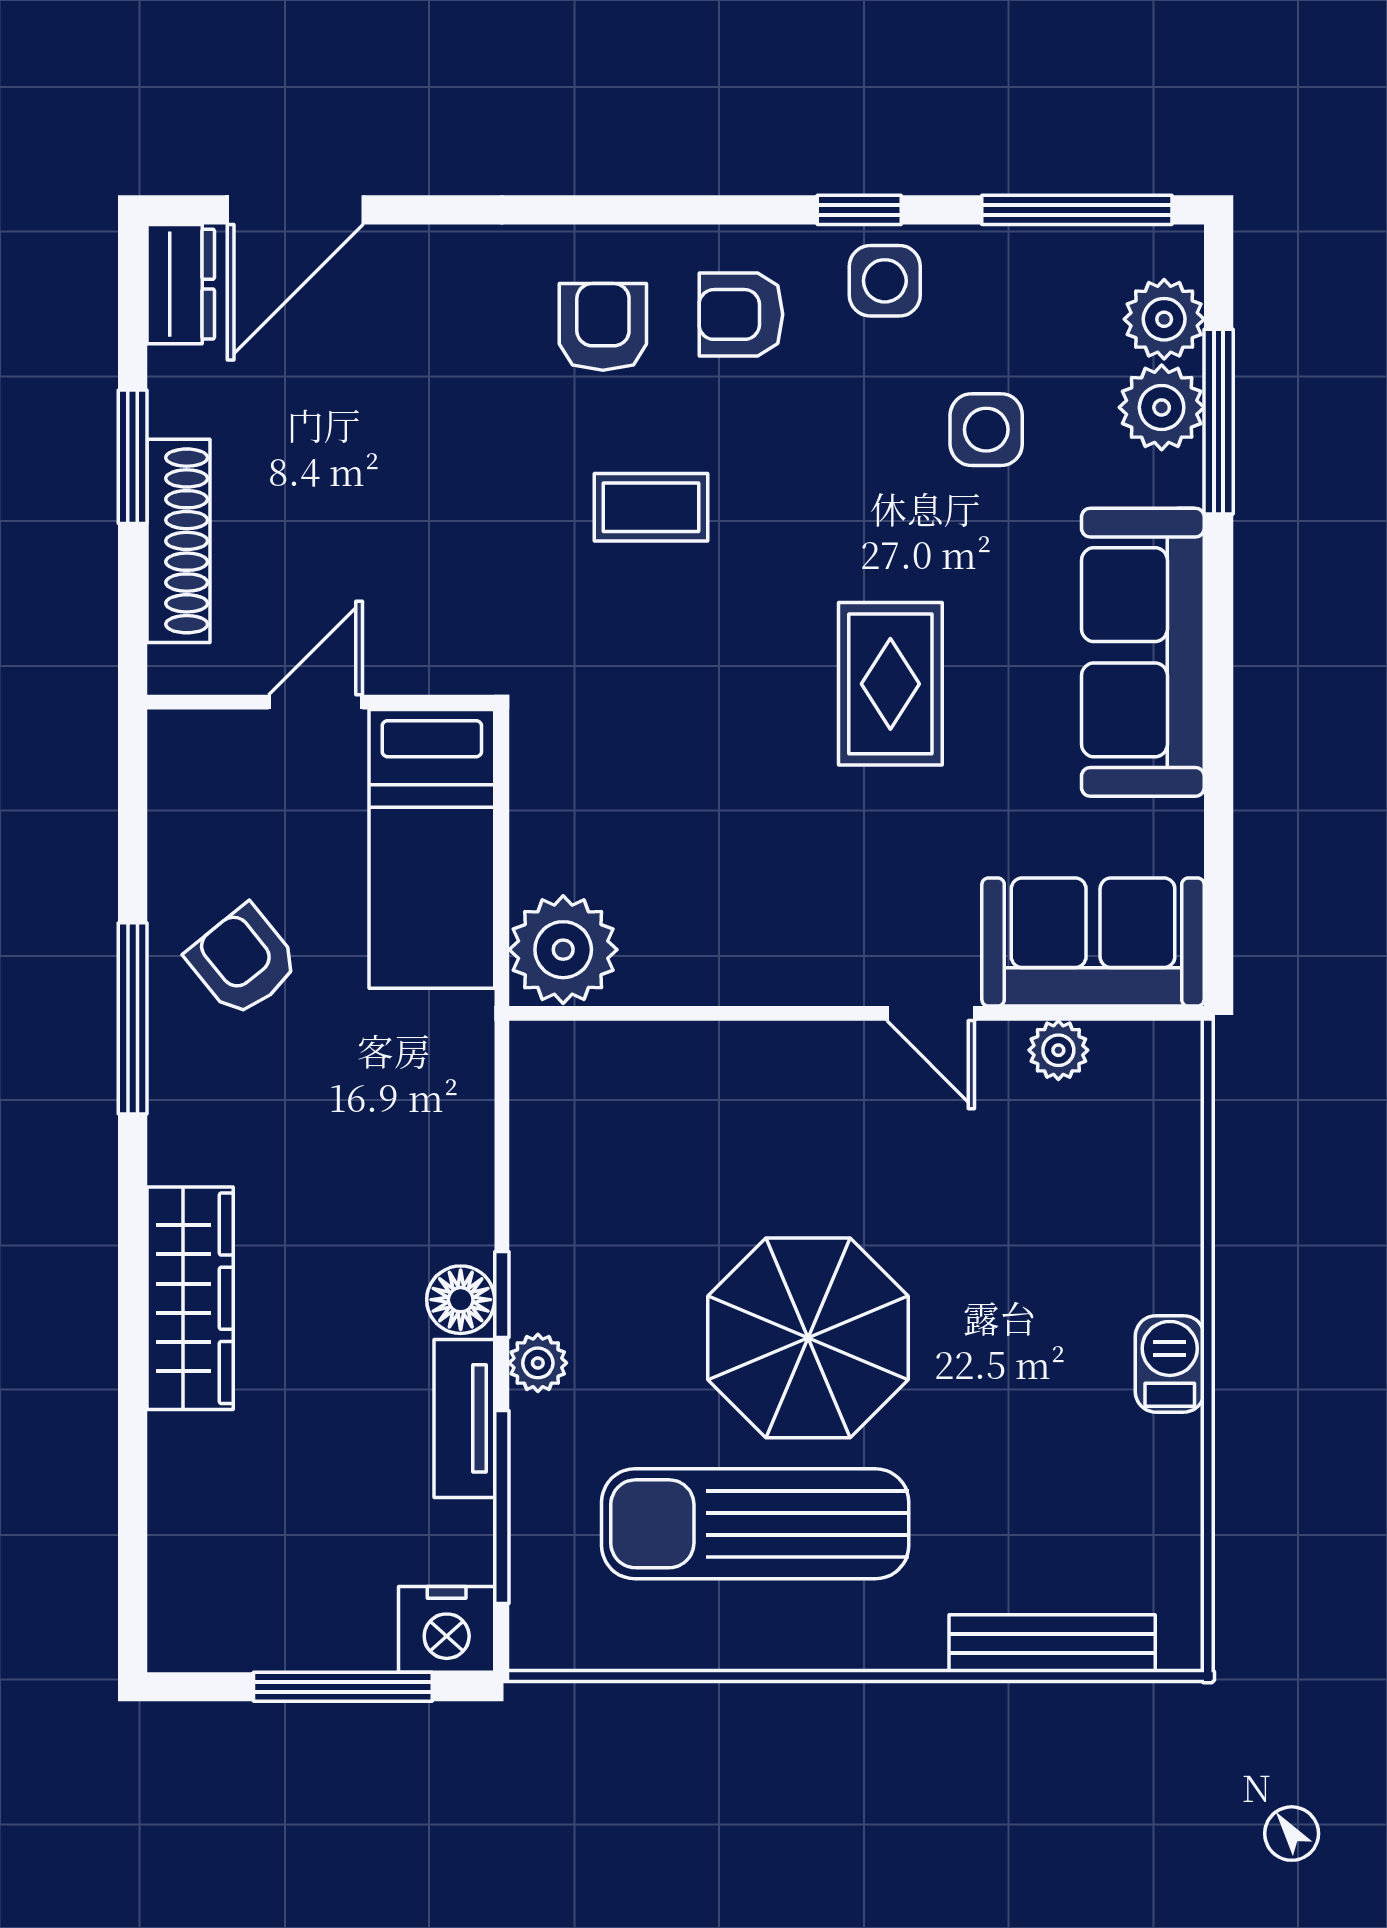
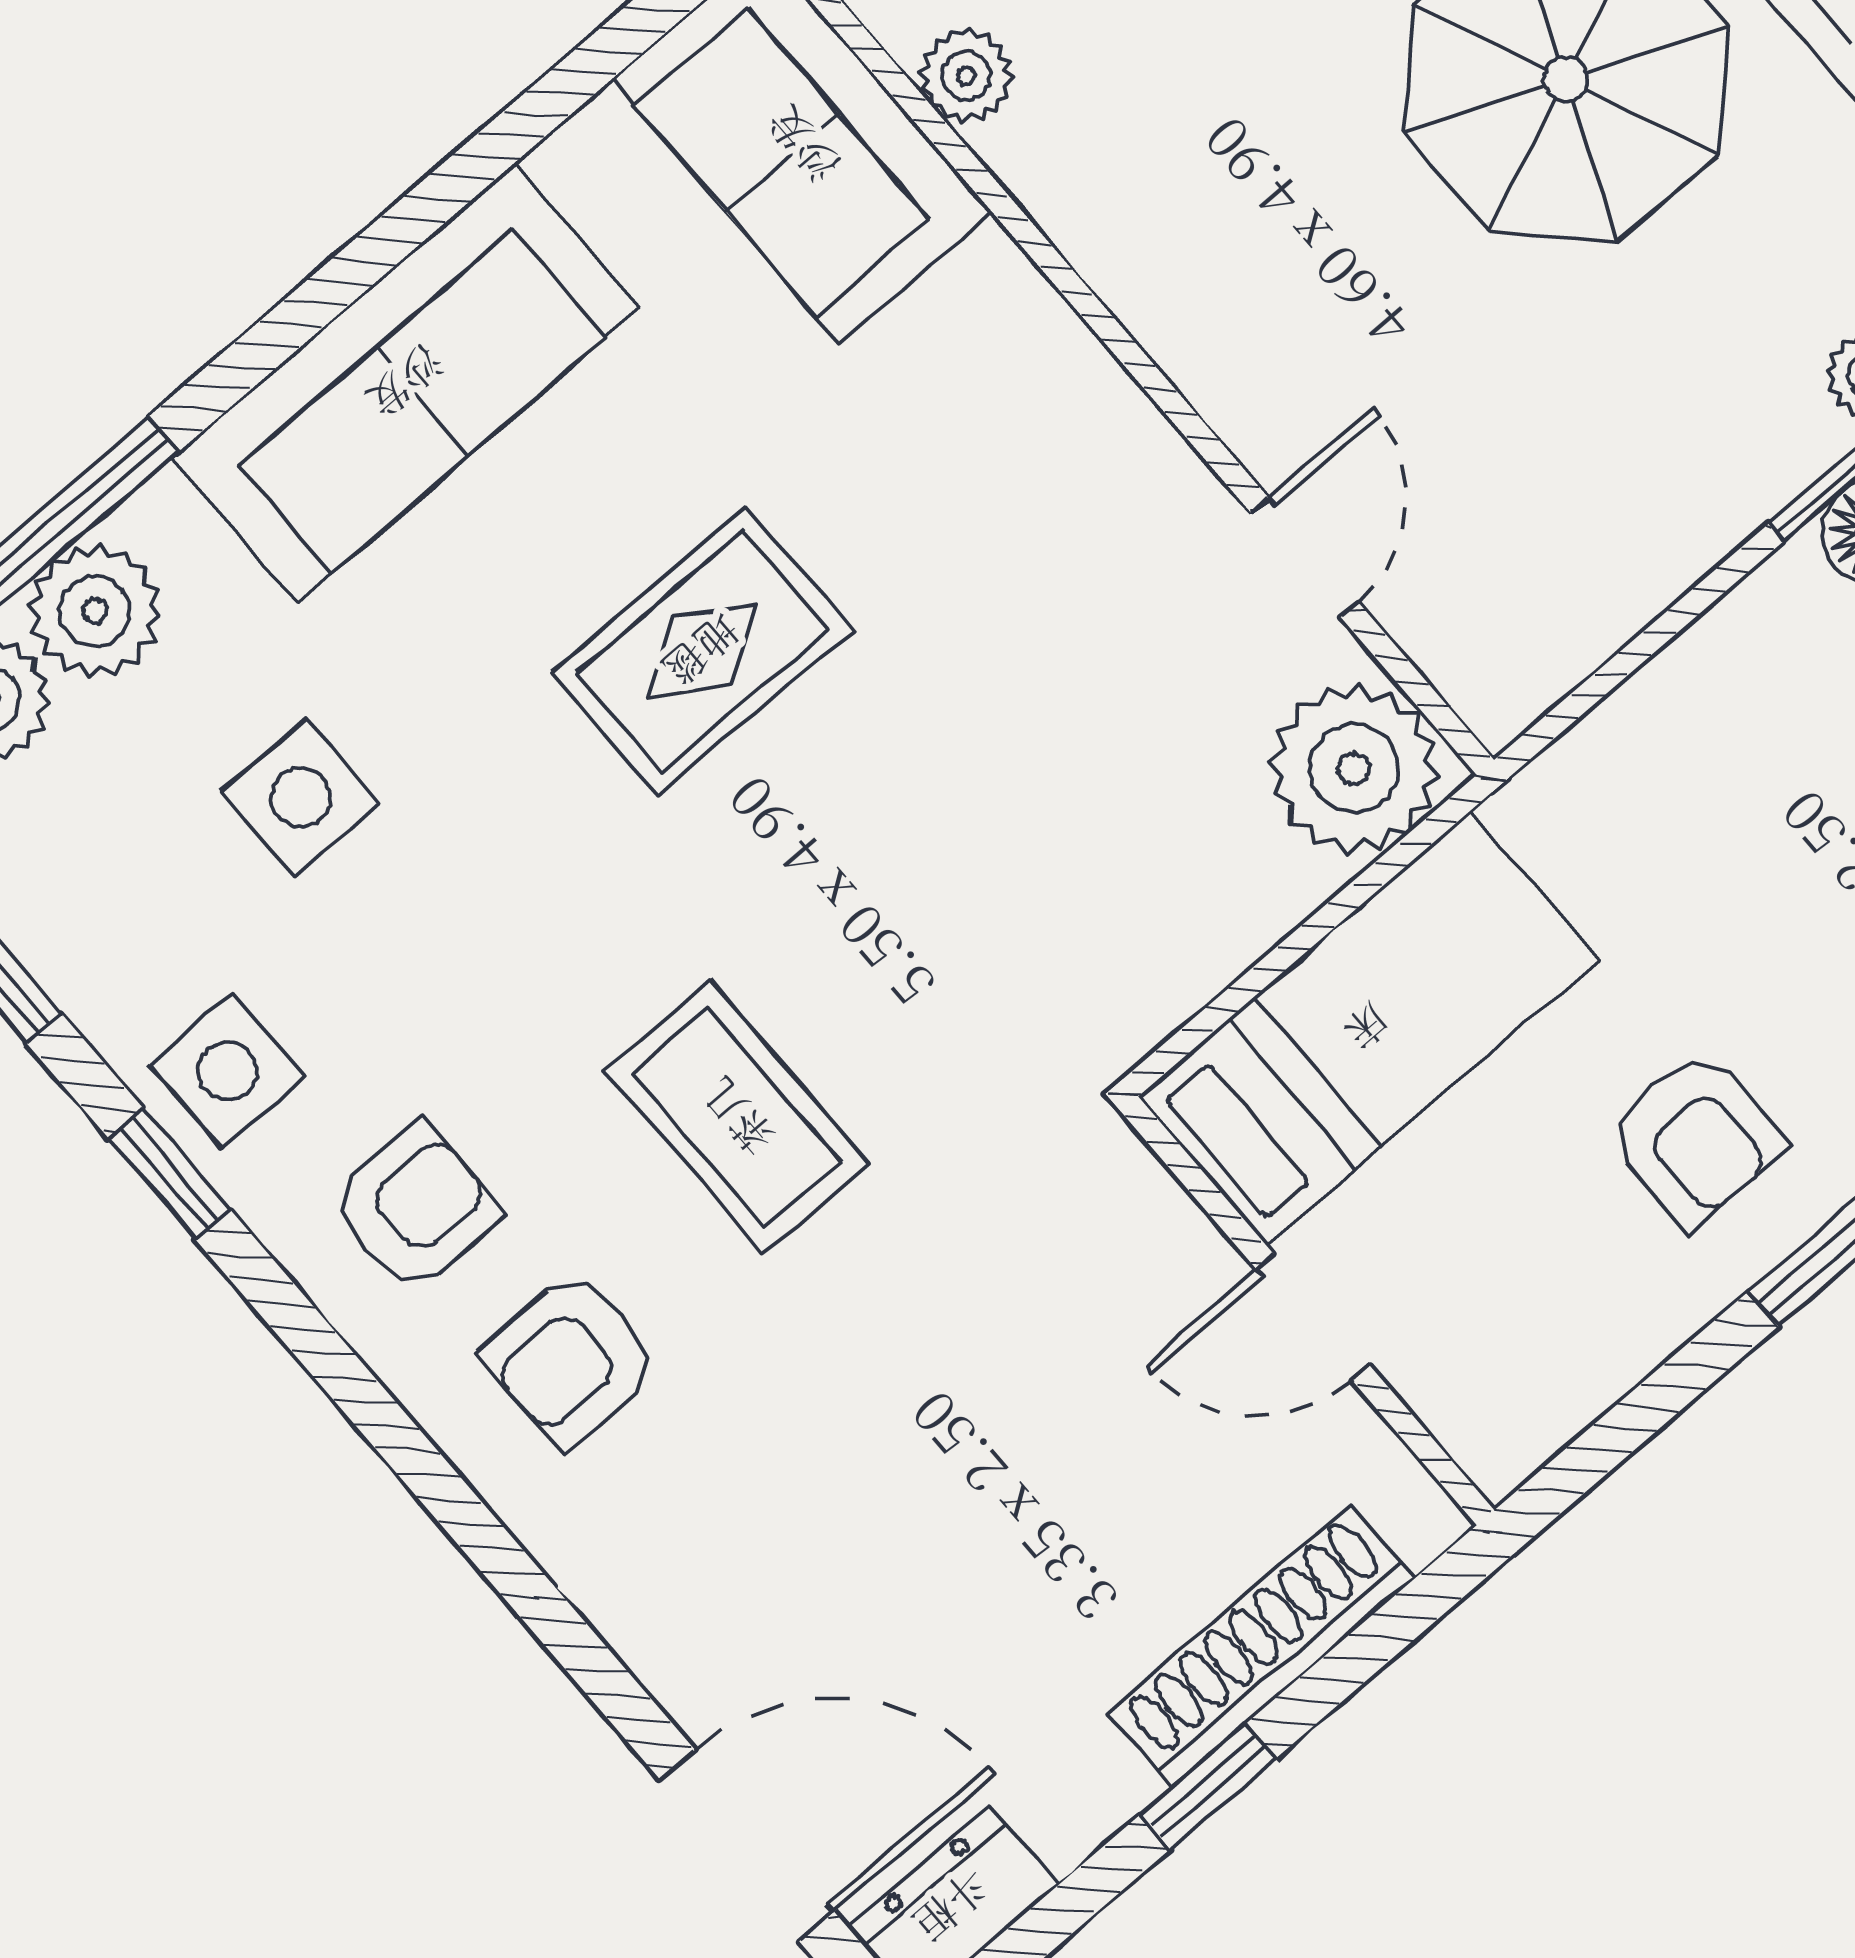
armchair: (741, 314) -> (415, 1208), turned -90
window: (133, 457) -> (1208, 1787), width x0.67
coffee table: (651, 507) -> (737, 1117), width x1.36, depth x1.30
armchair: (243, 961) -> (1696, 1138), turned -51
door: (931, 1013) -> (1305, 557), moved

